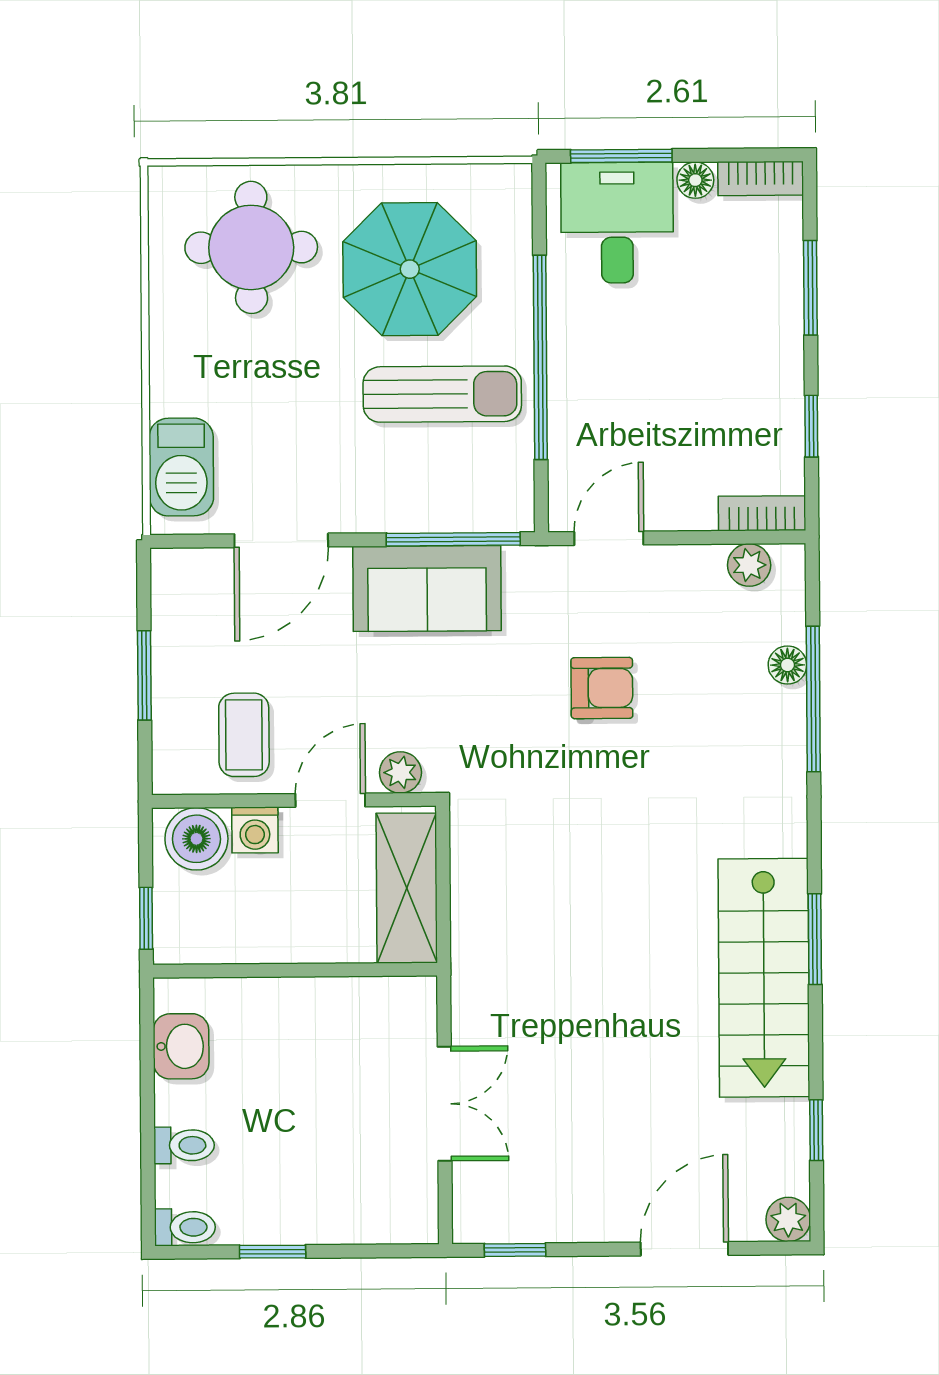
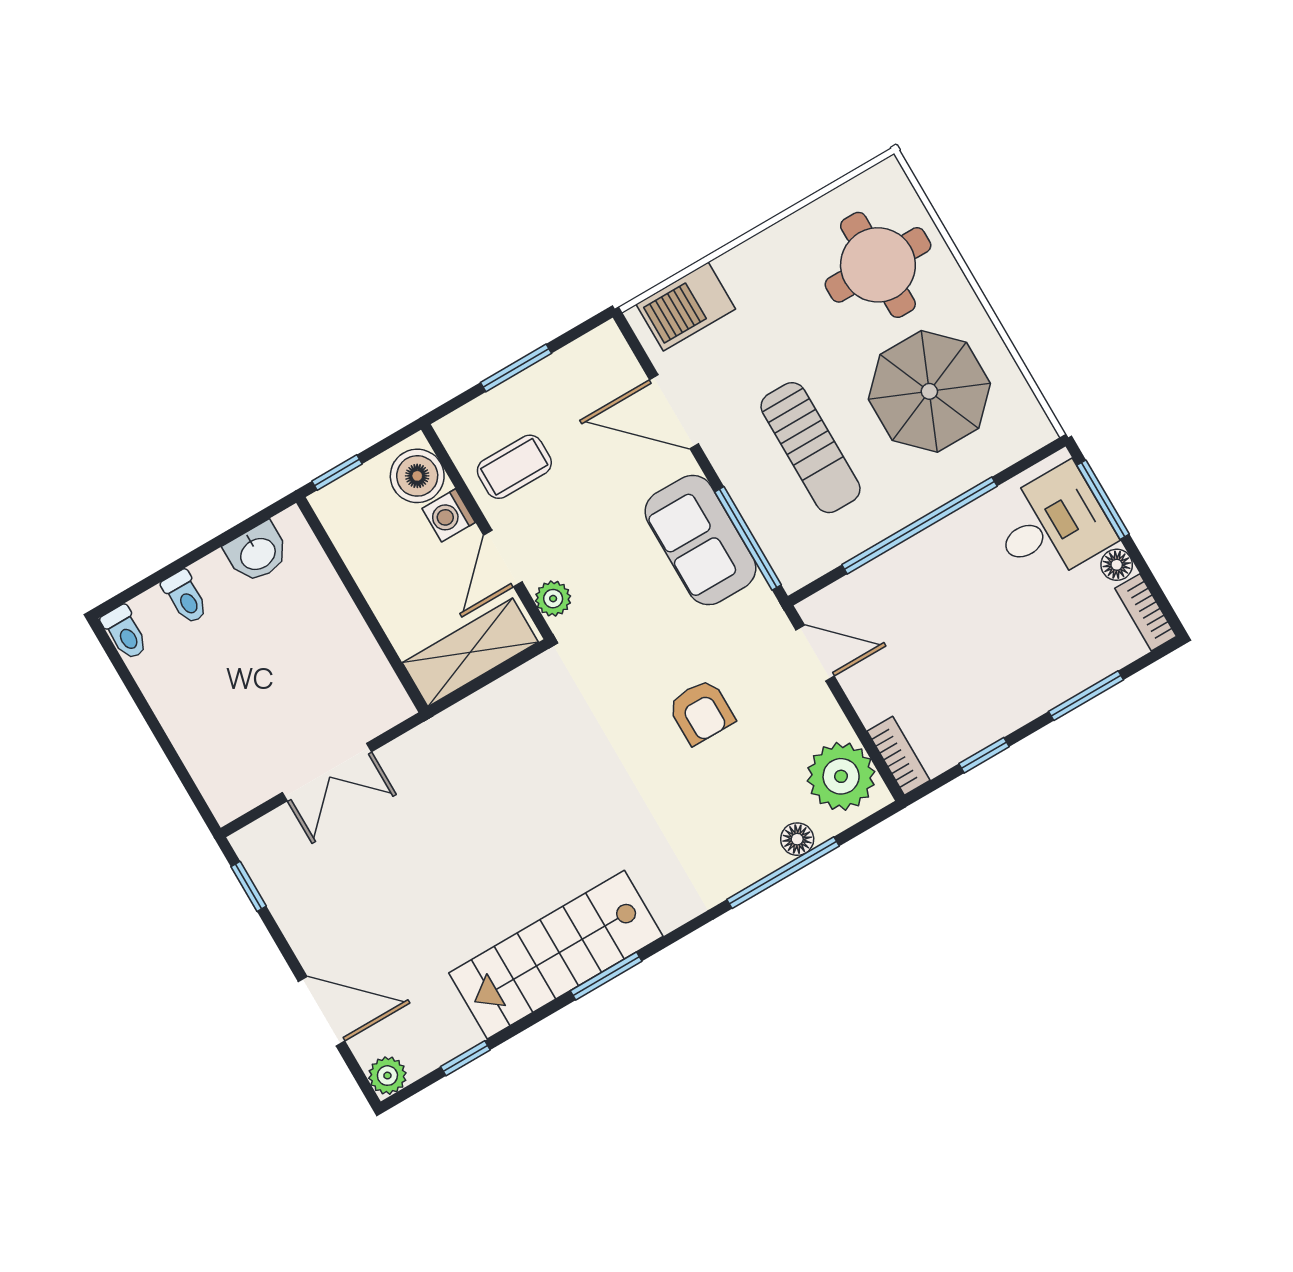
sun lounger: (442, 394) -> (811, 448), moved
plant: (749, 565) -> (841, 776), width x1.88, depth x1.88
door: (330, 800) -> (503, 558), swing flipped
window: (273, 1252) -> (144, 708), removed

